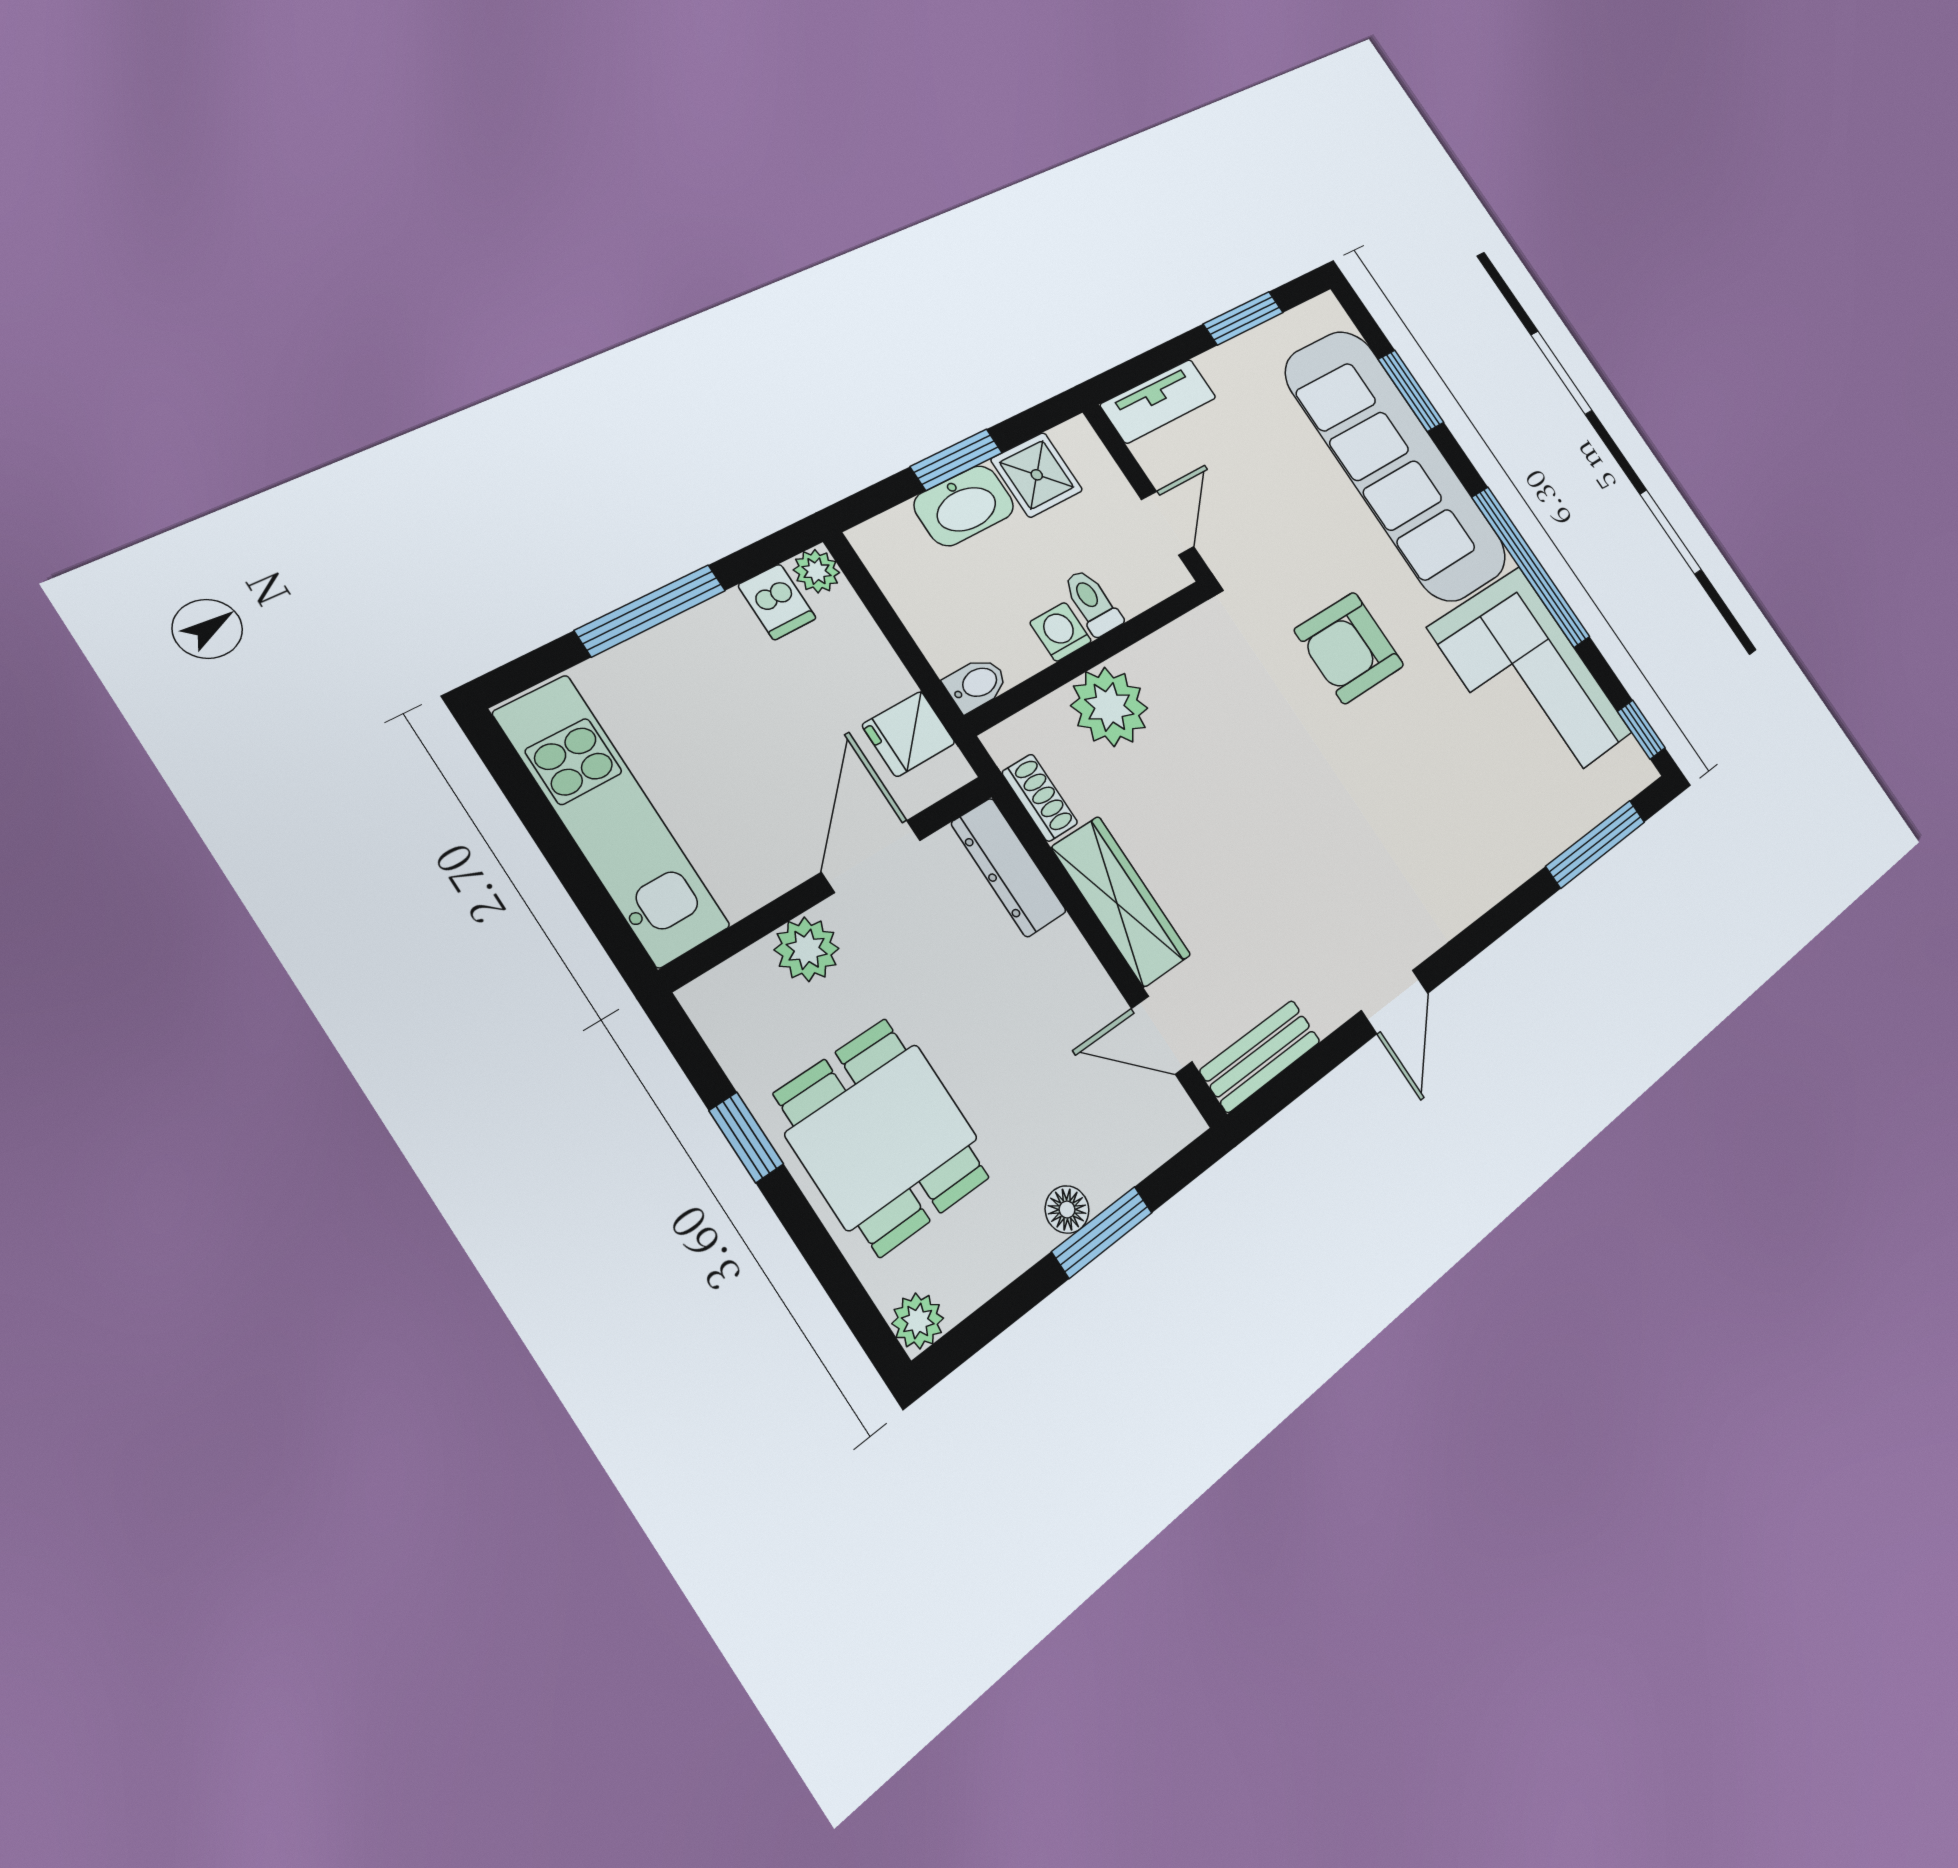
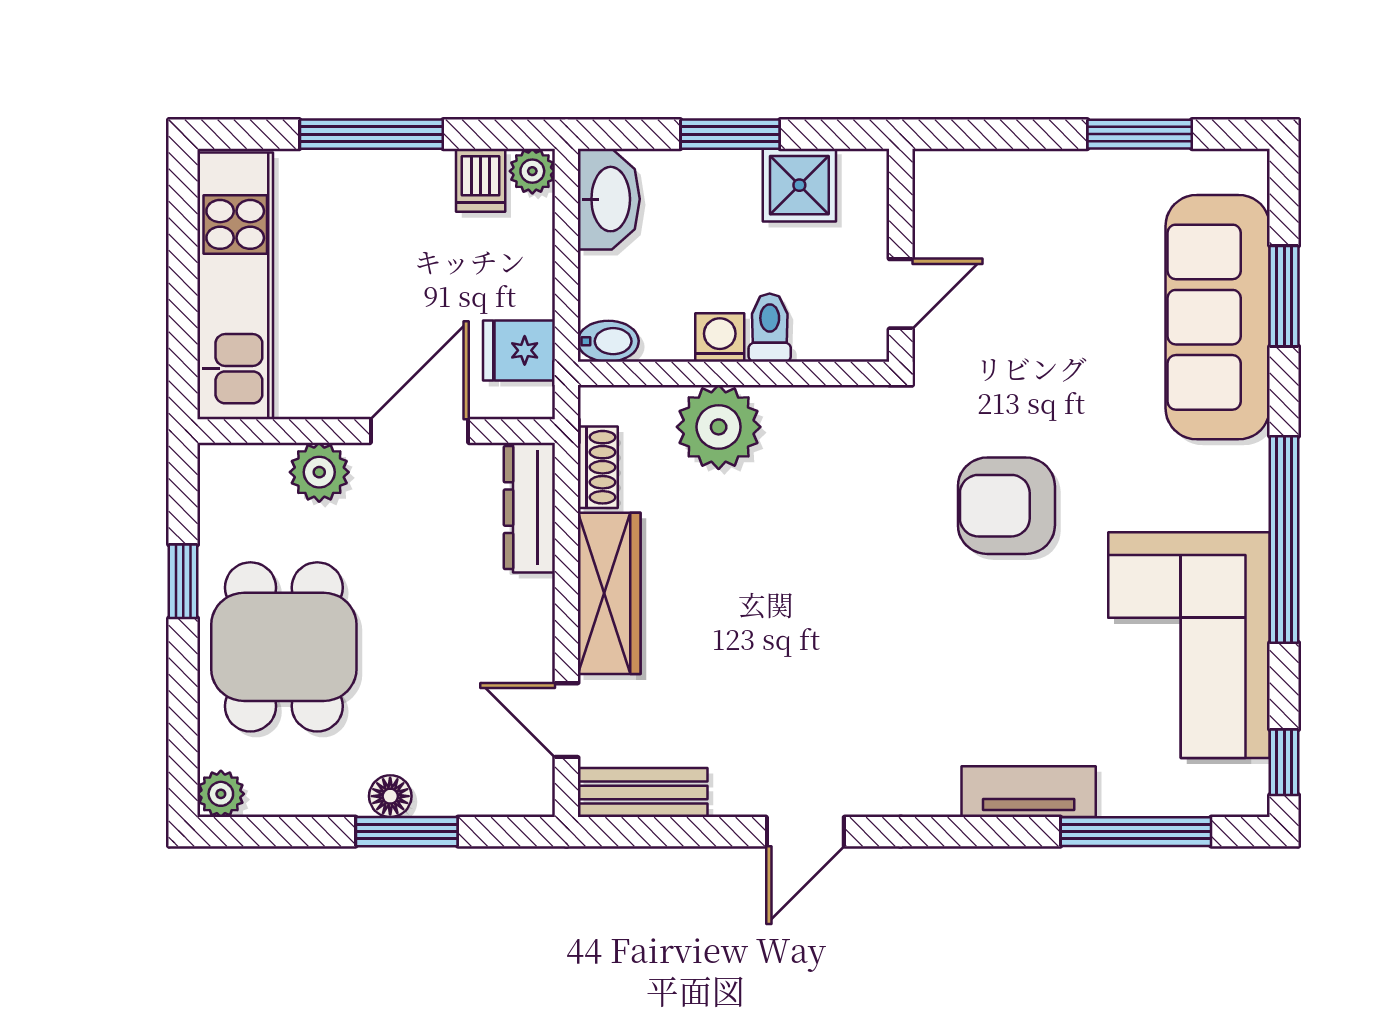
tv unit: (1159, 401) -> (1029, 792), moved, turned 180
sofa: (1396, 465) -> (1218, 317), width x0.74, depth x0.79
washbasin: (964, 506) -> (609, 199), moved, turned -90

